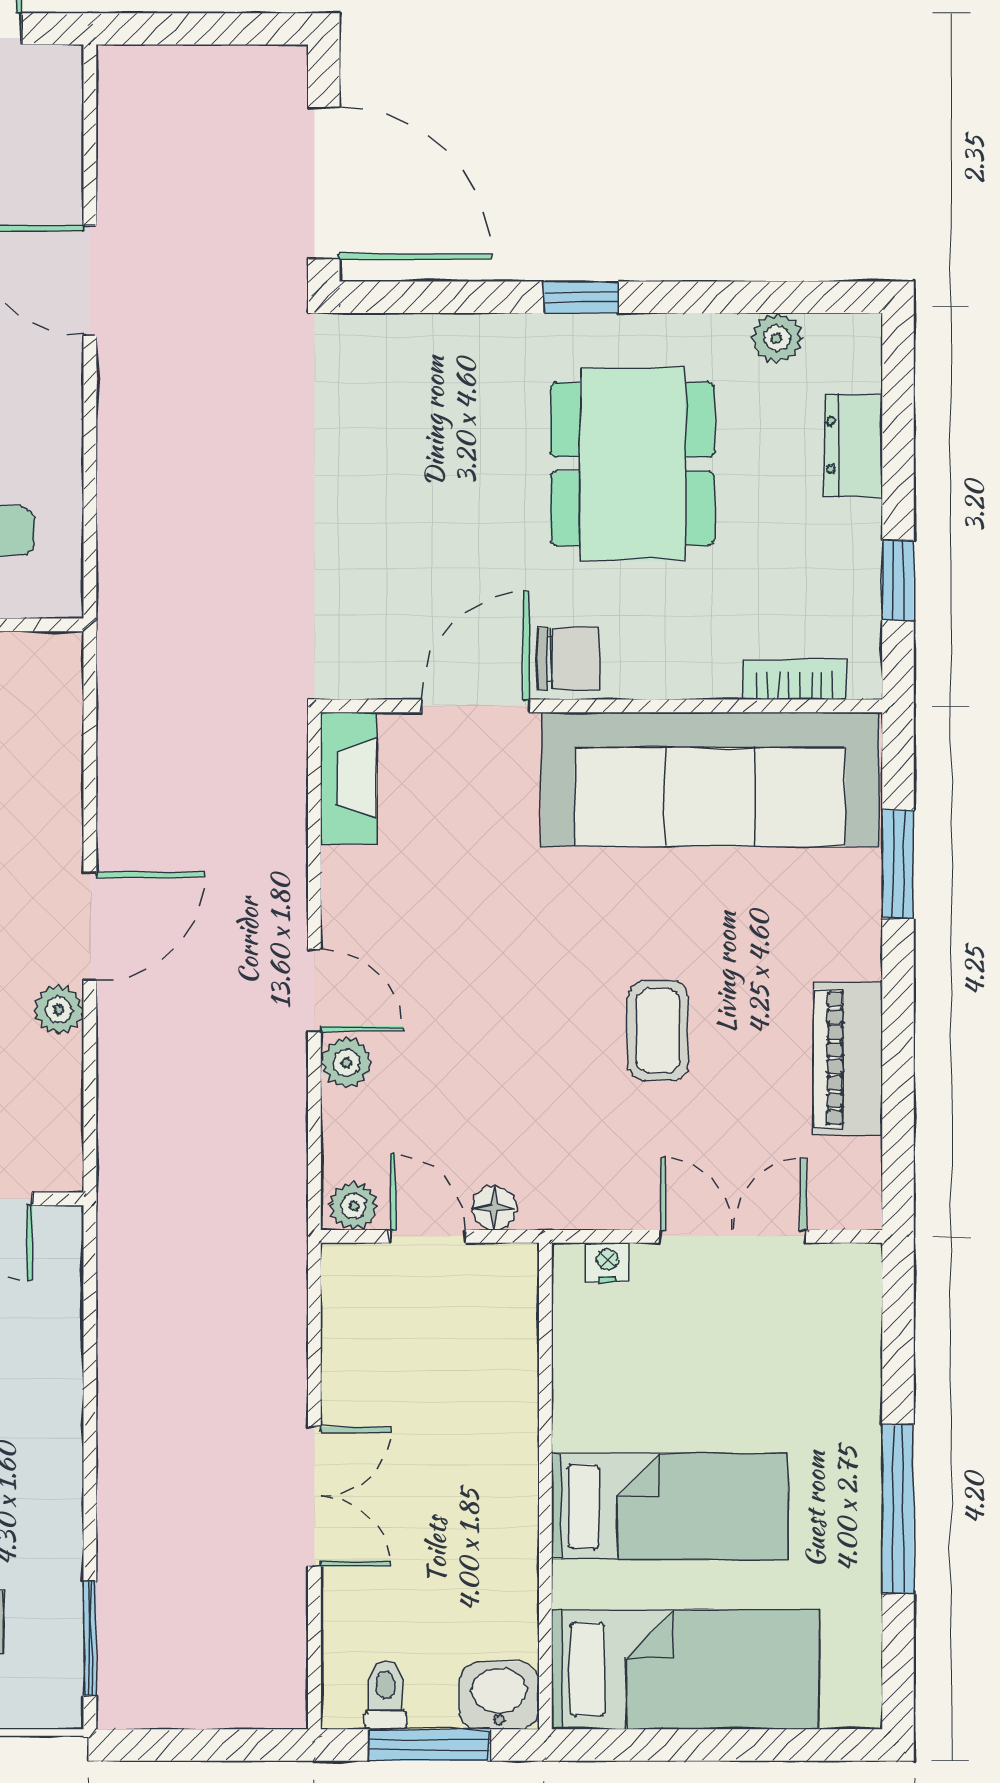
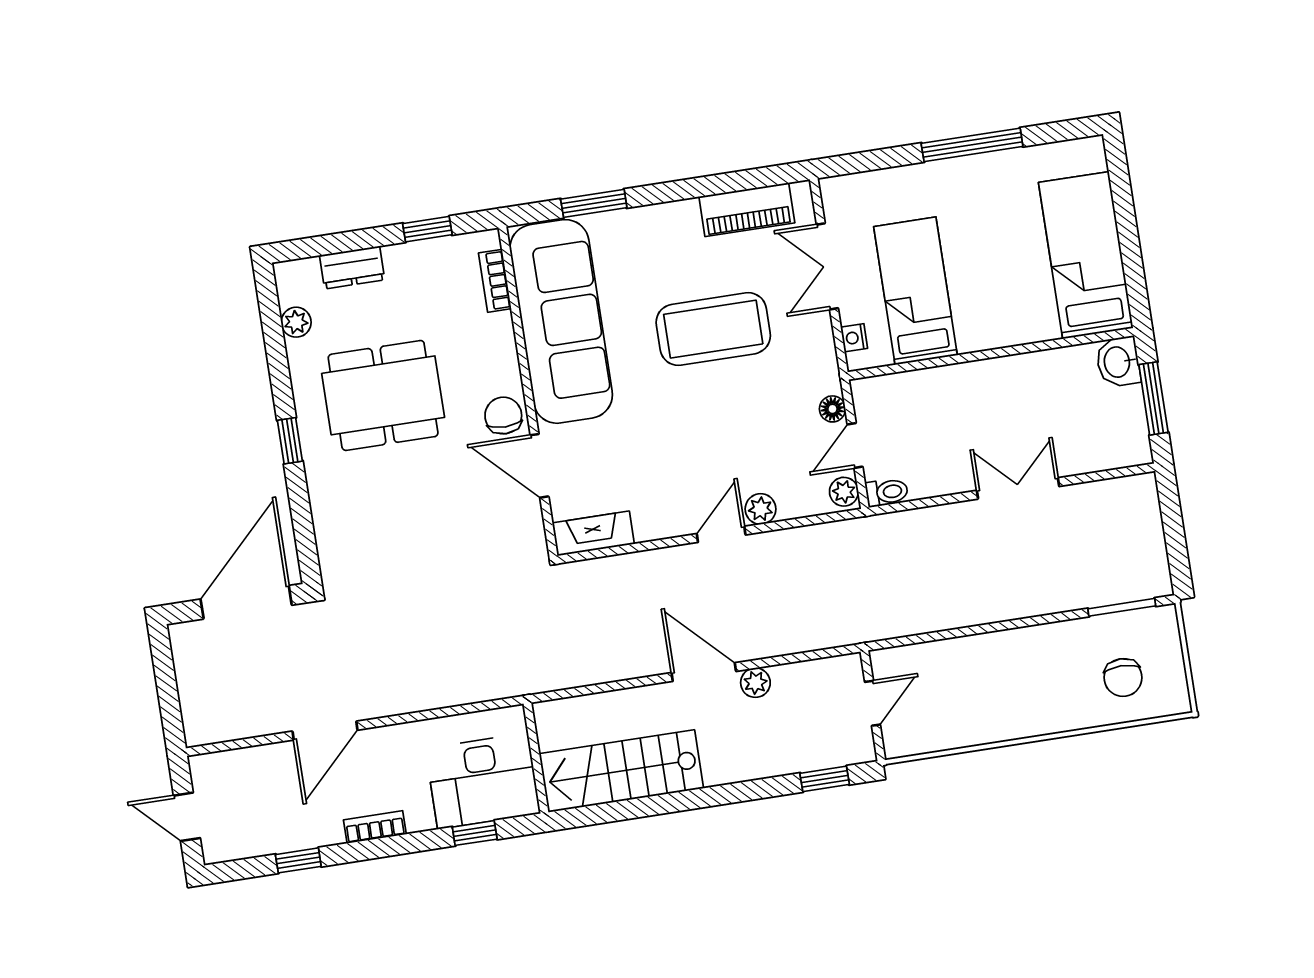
coffee table: (658, 1030) -> (713, 329), width x1.86, depth x1.72
piano: (848, 1058) -> (747, 210), moved
bed: (669, 1506) -> (915, 291), moved
toilet: (385, 1695) -> (887, 492), moved, turned 180

